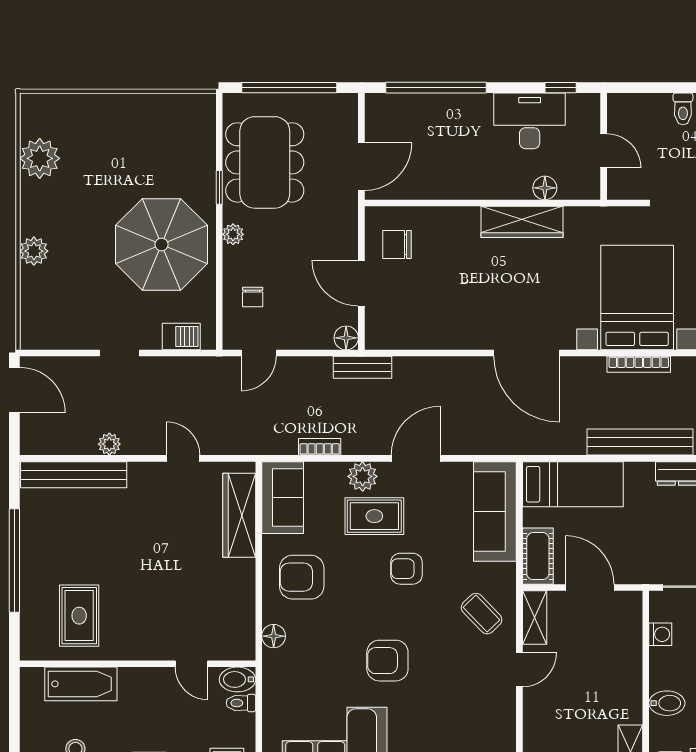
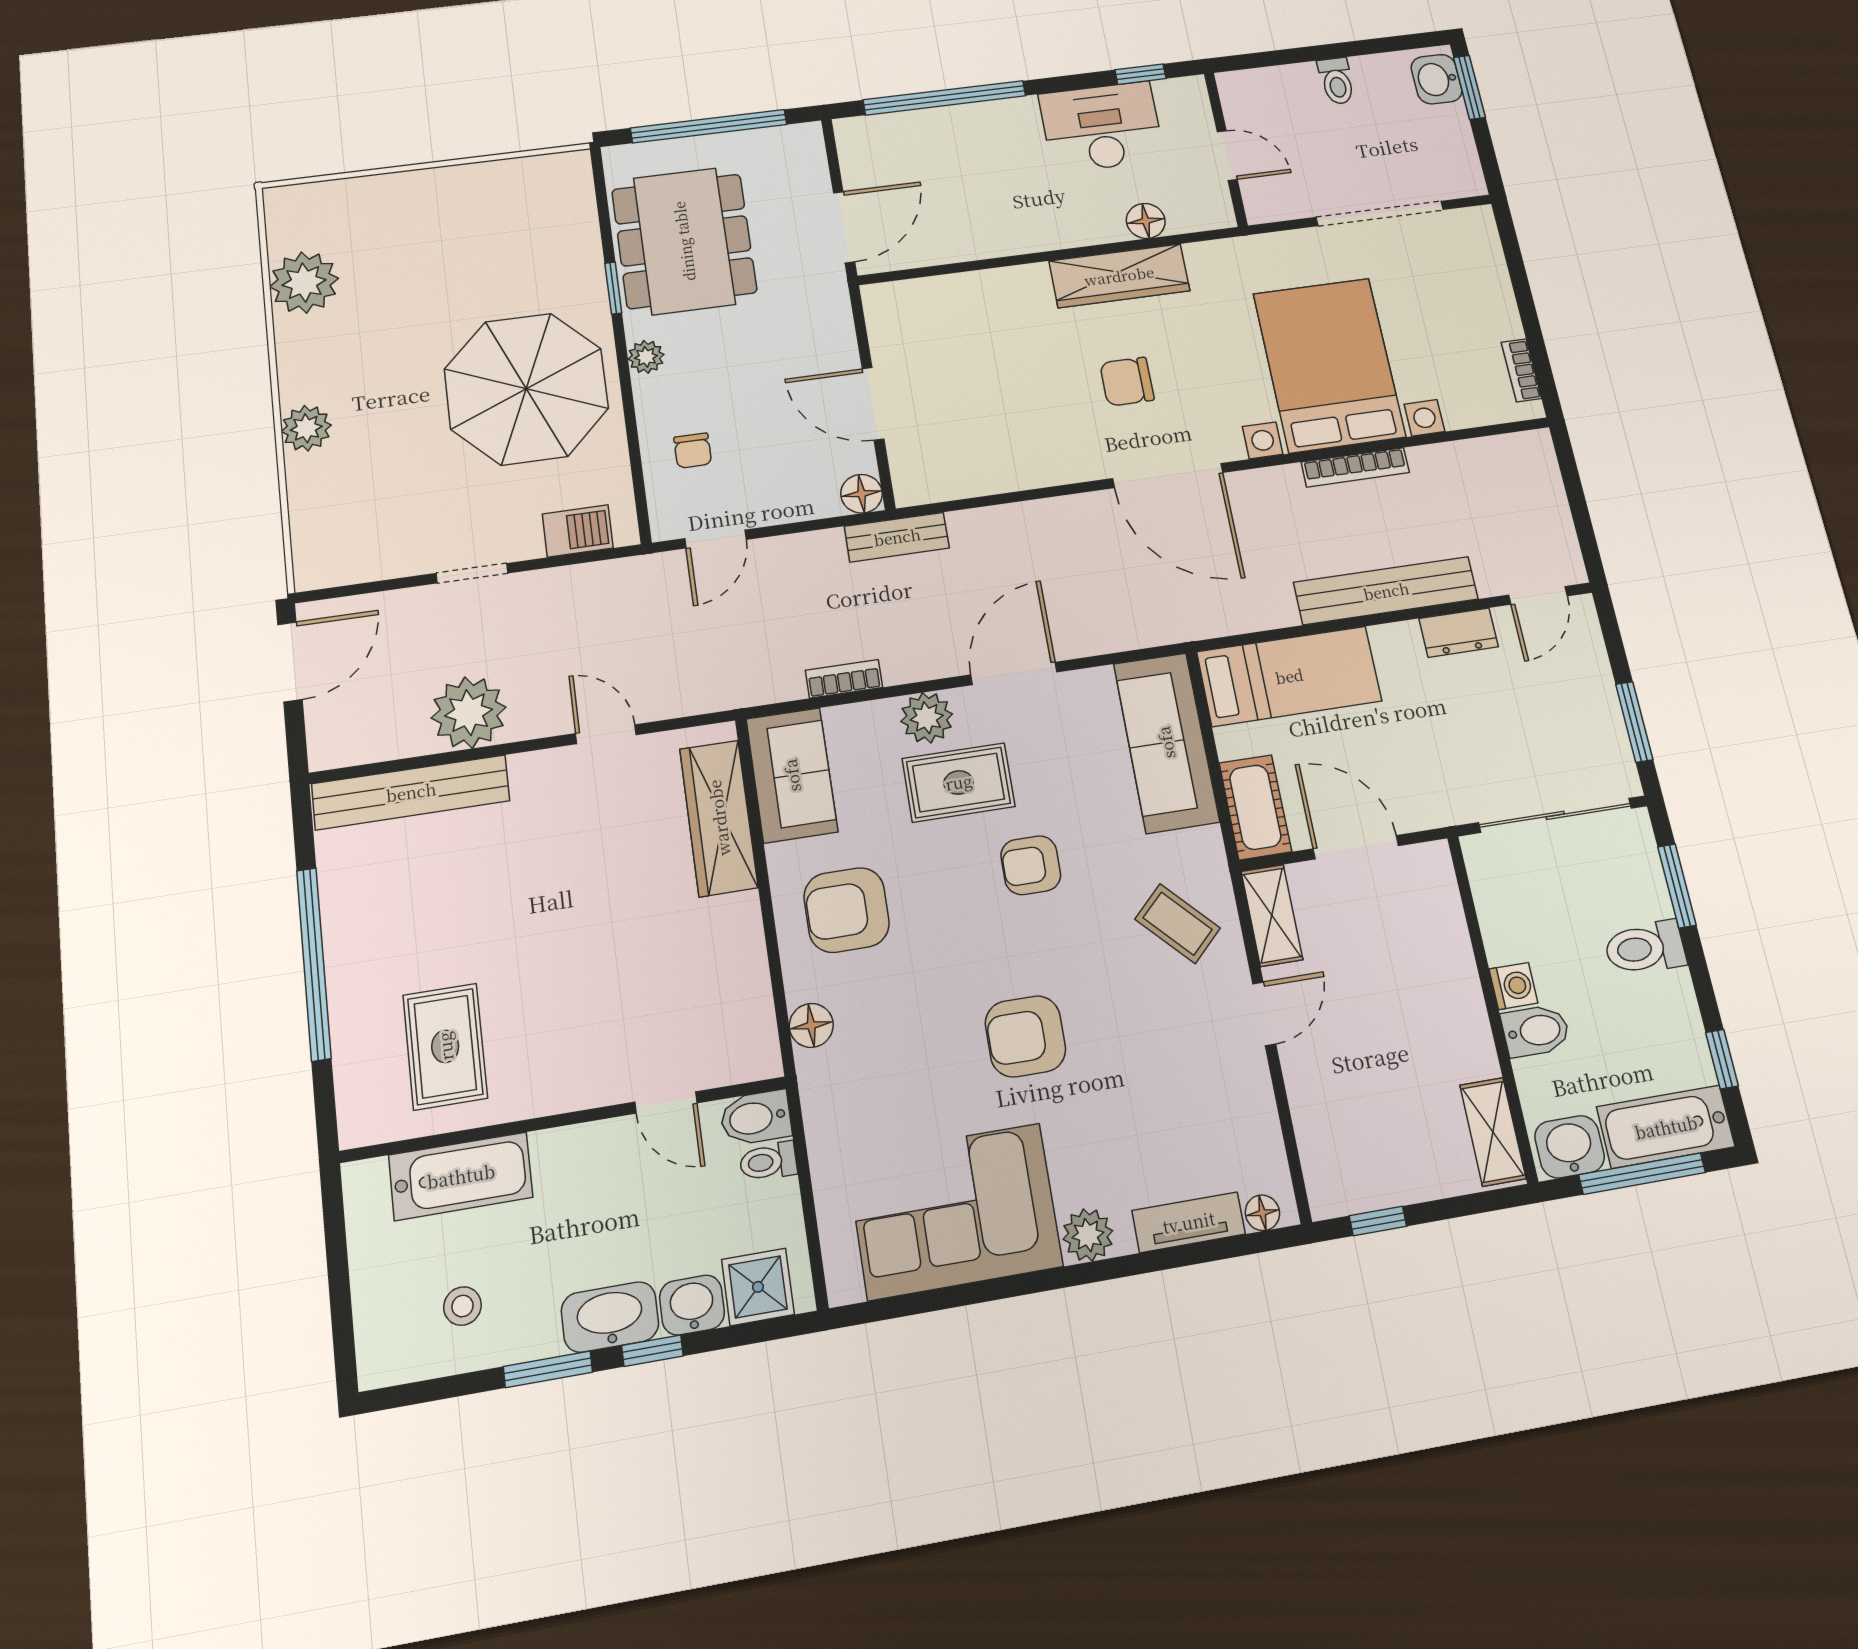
chair: (397, 244) -> (1127, 382), moved
door: (14, 390) -> (290, 662), hinge flipped
plant: (109, 444) -> (469, 713), width x1.88, depth x1.88
washing machine: (660, 634) -> (1513, 986), moved

